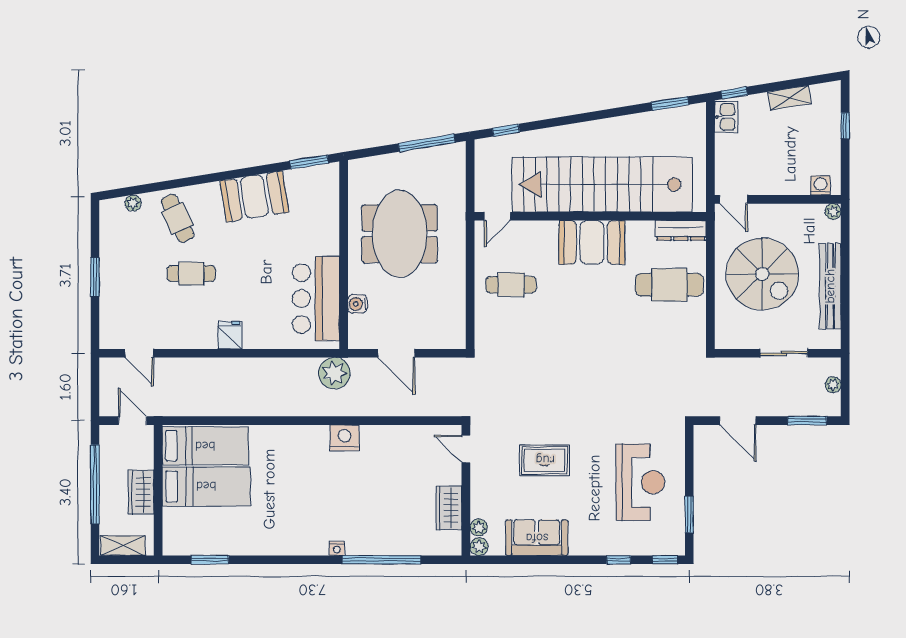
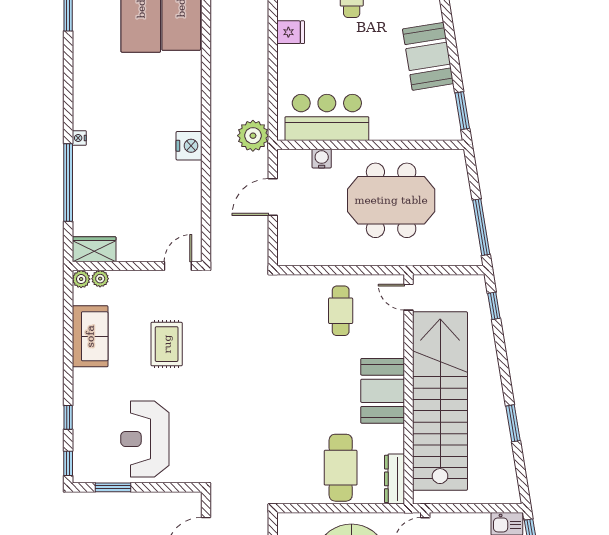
window: (670, 103) -> (513, 423), moved
reception desk: (640, 482) -> (145, 439), turned 90
wardrobe: (449, 508) -> (94, 249), moved

